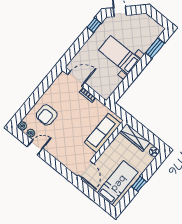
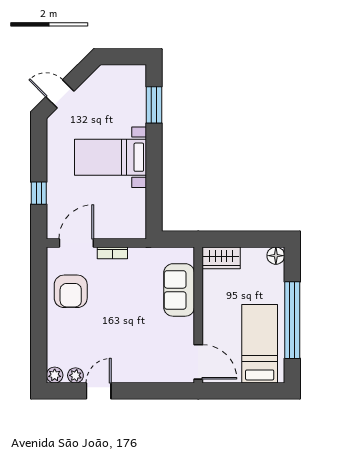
window: (94, 25) -> (39, 193), moved
armchair: (47, 115) -> (71, 291), moved
sofa: (103, 133) -> (179, 290), width x0.73
wardrobe: (135, 137) -> (221, 258), width x0.67
window: (139, 184) -> (292, 320), width x3.17

